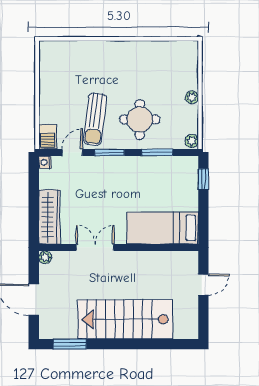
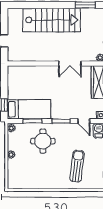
sun lounger: (95, 119) -> (77, 166), moved
door: (72, 152) -> (84, 121), hinge flipped
bed: (163, 228) -> (29, 109), moved

